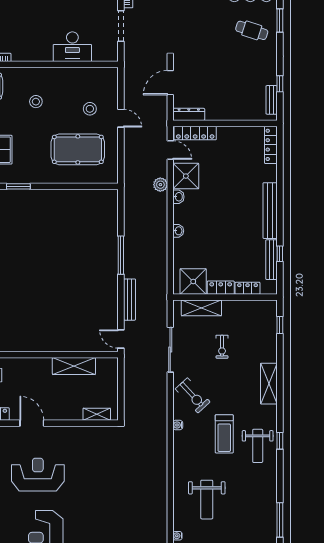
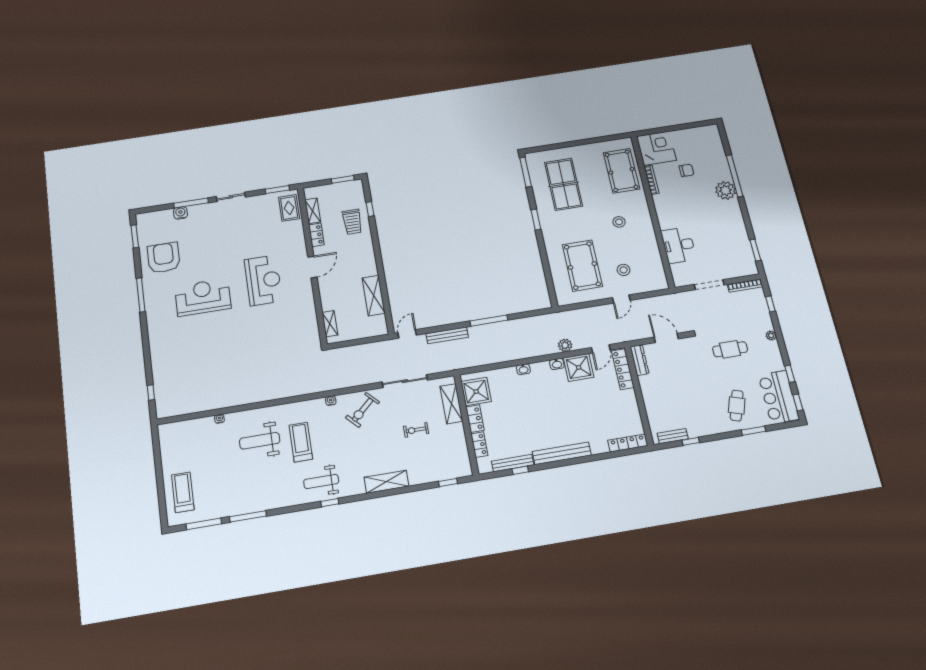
cafe table: (193, 22) -> (730, 349), added
treadmill: (224, 434) -> (301, 442), moved, turned 90

